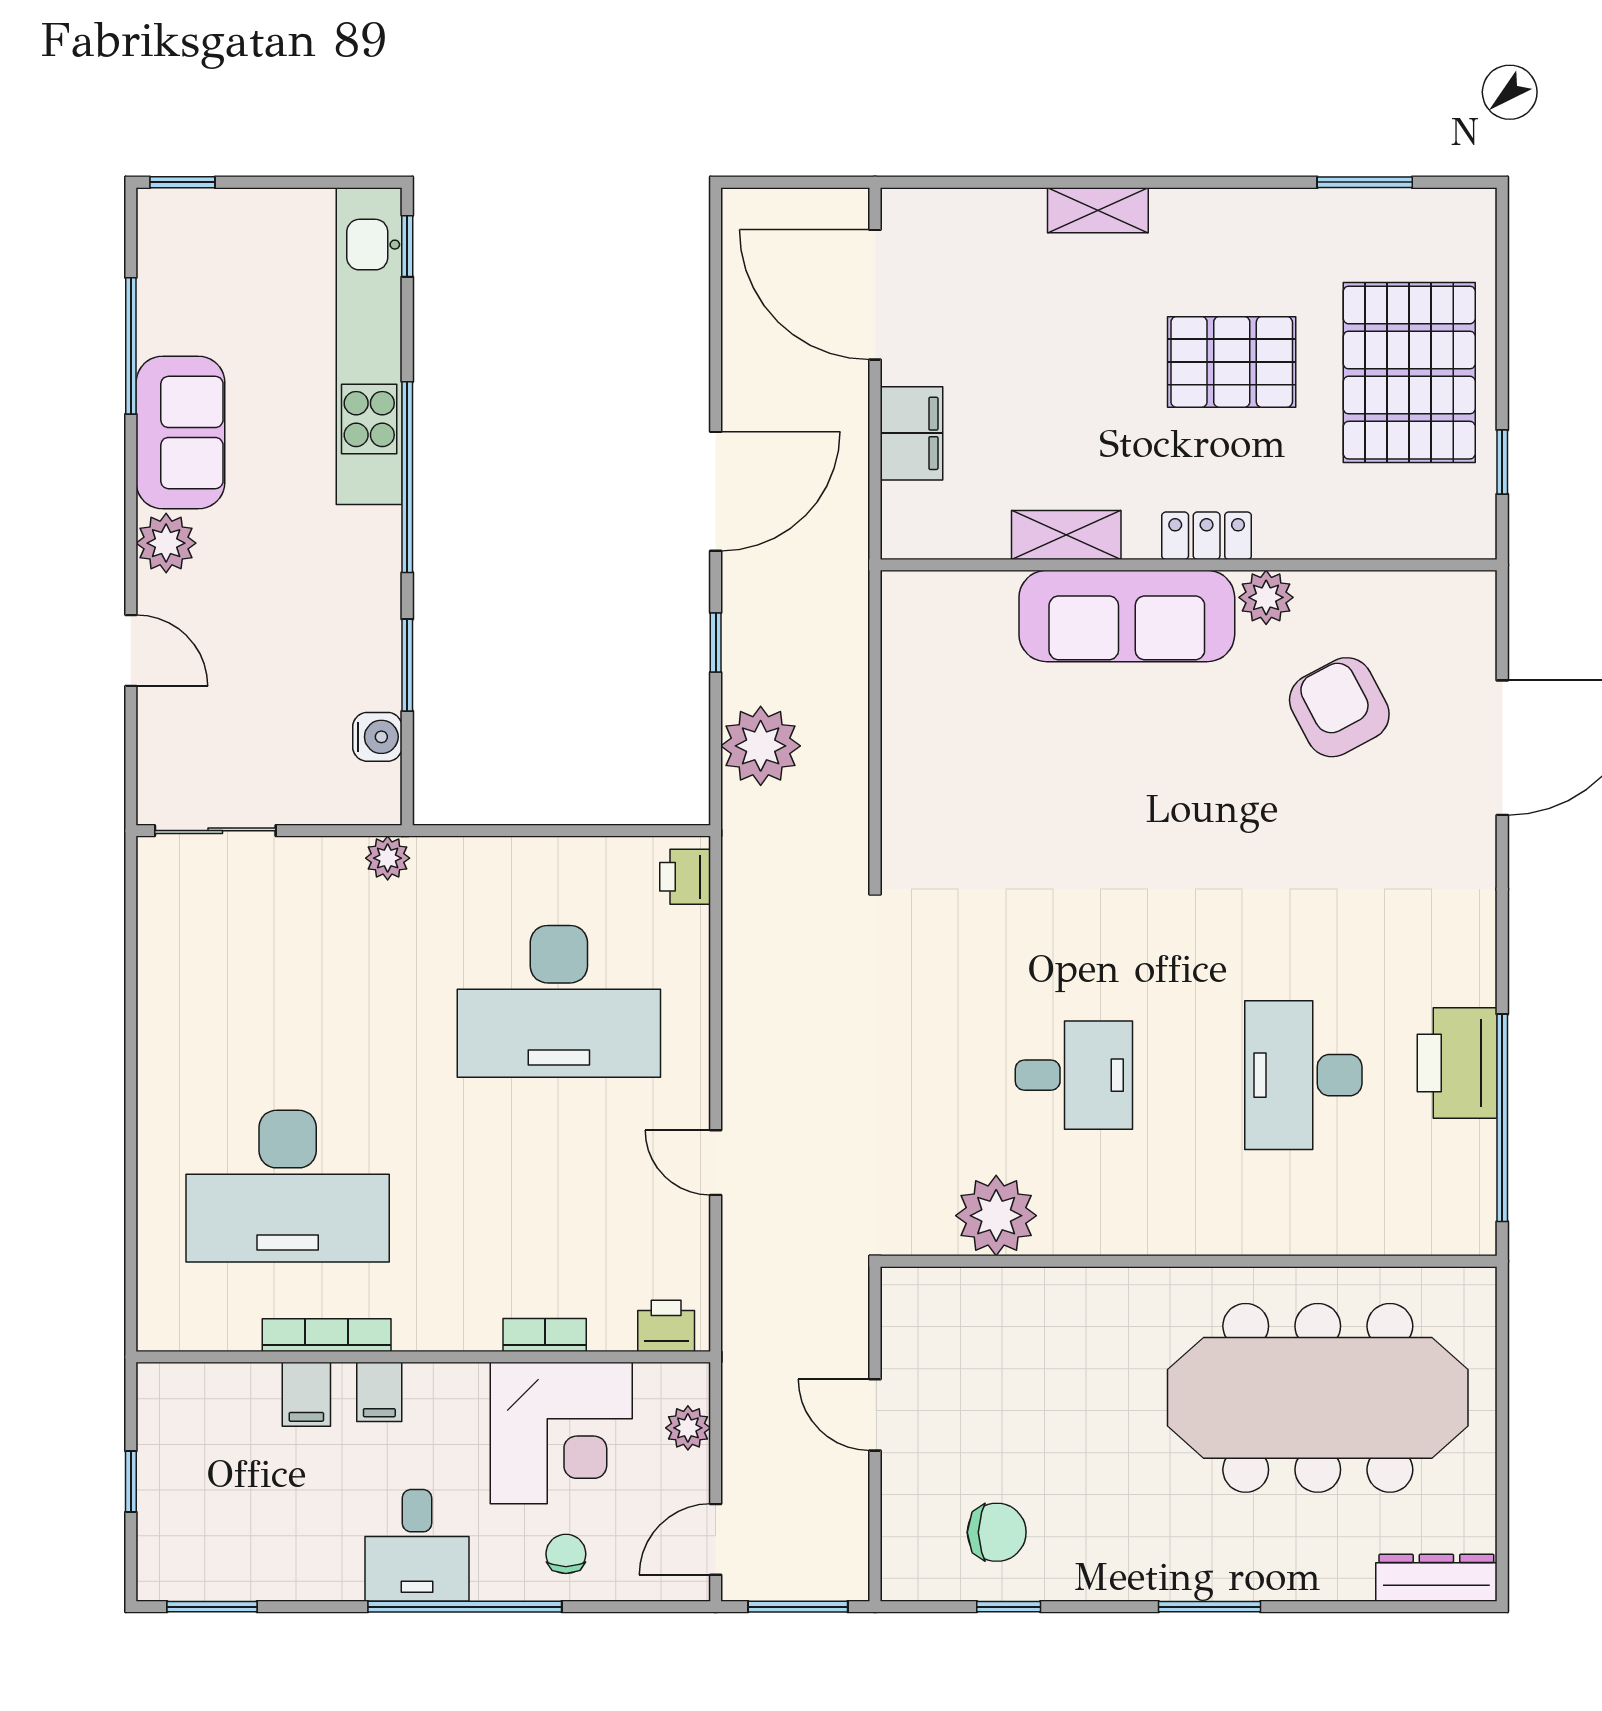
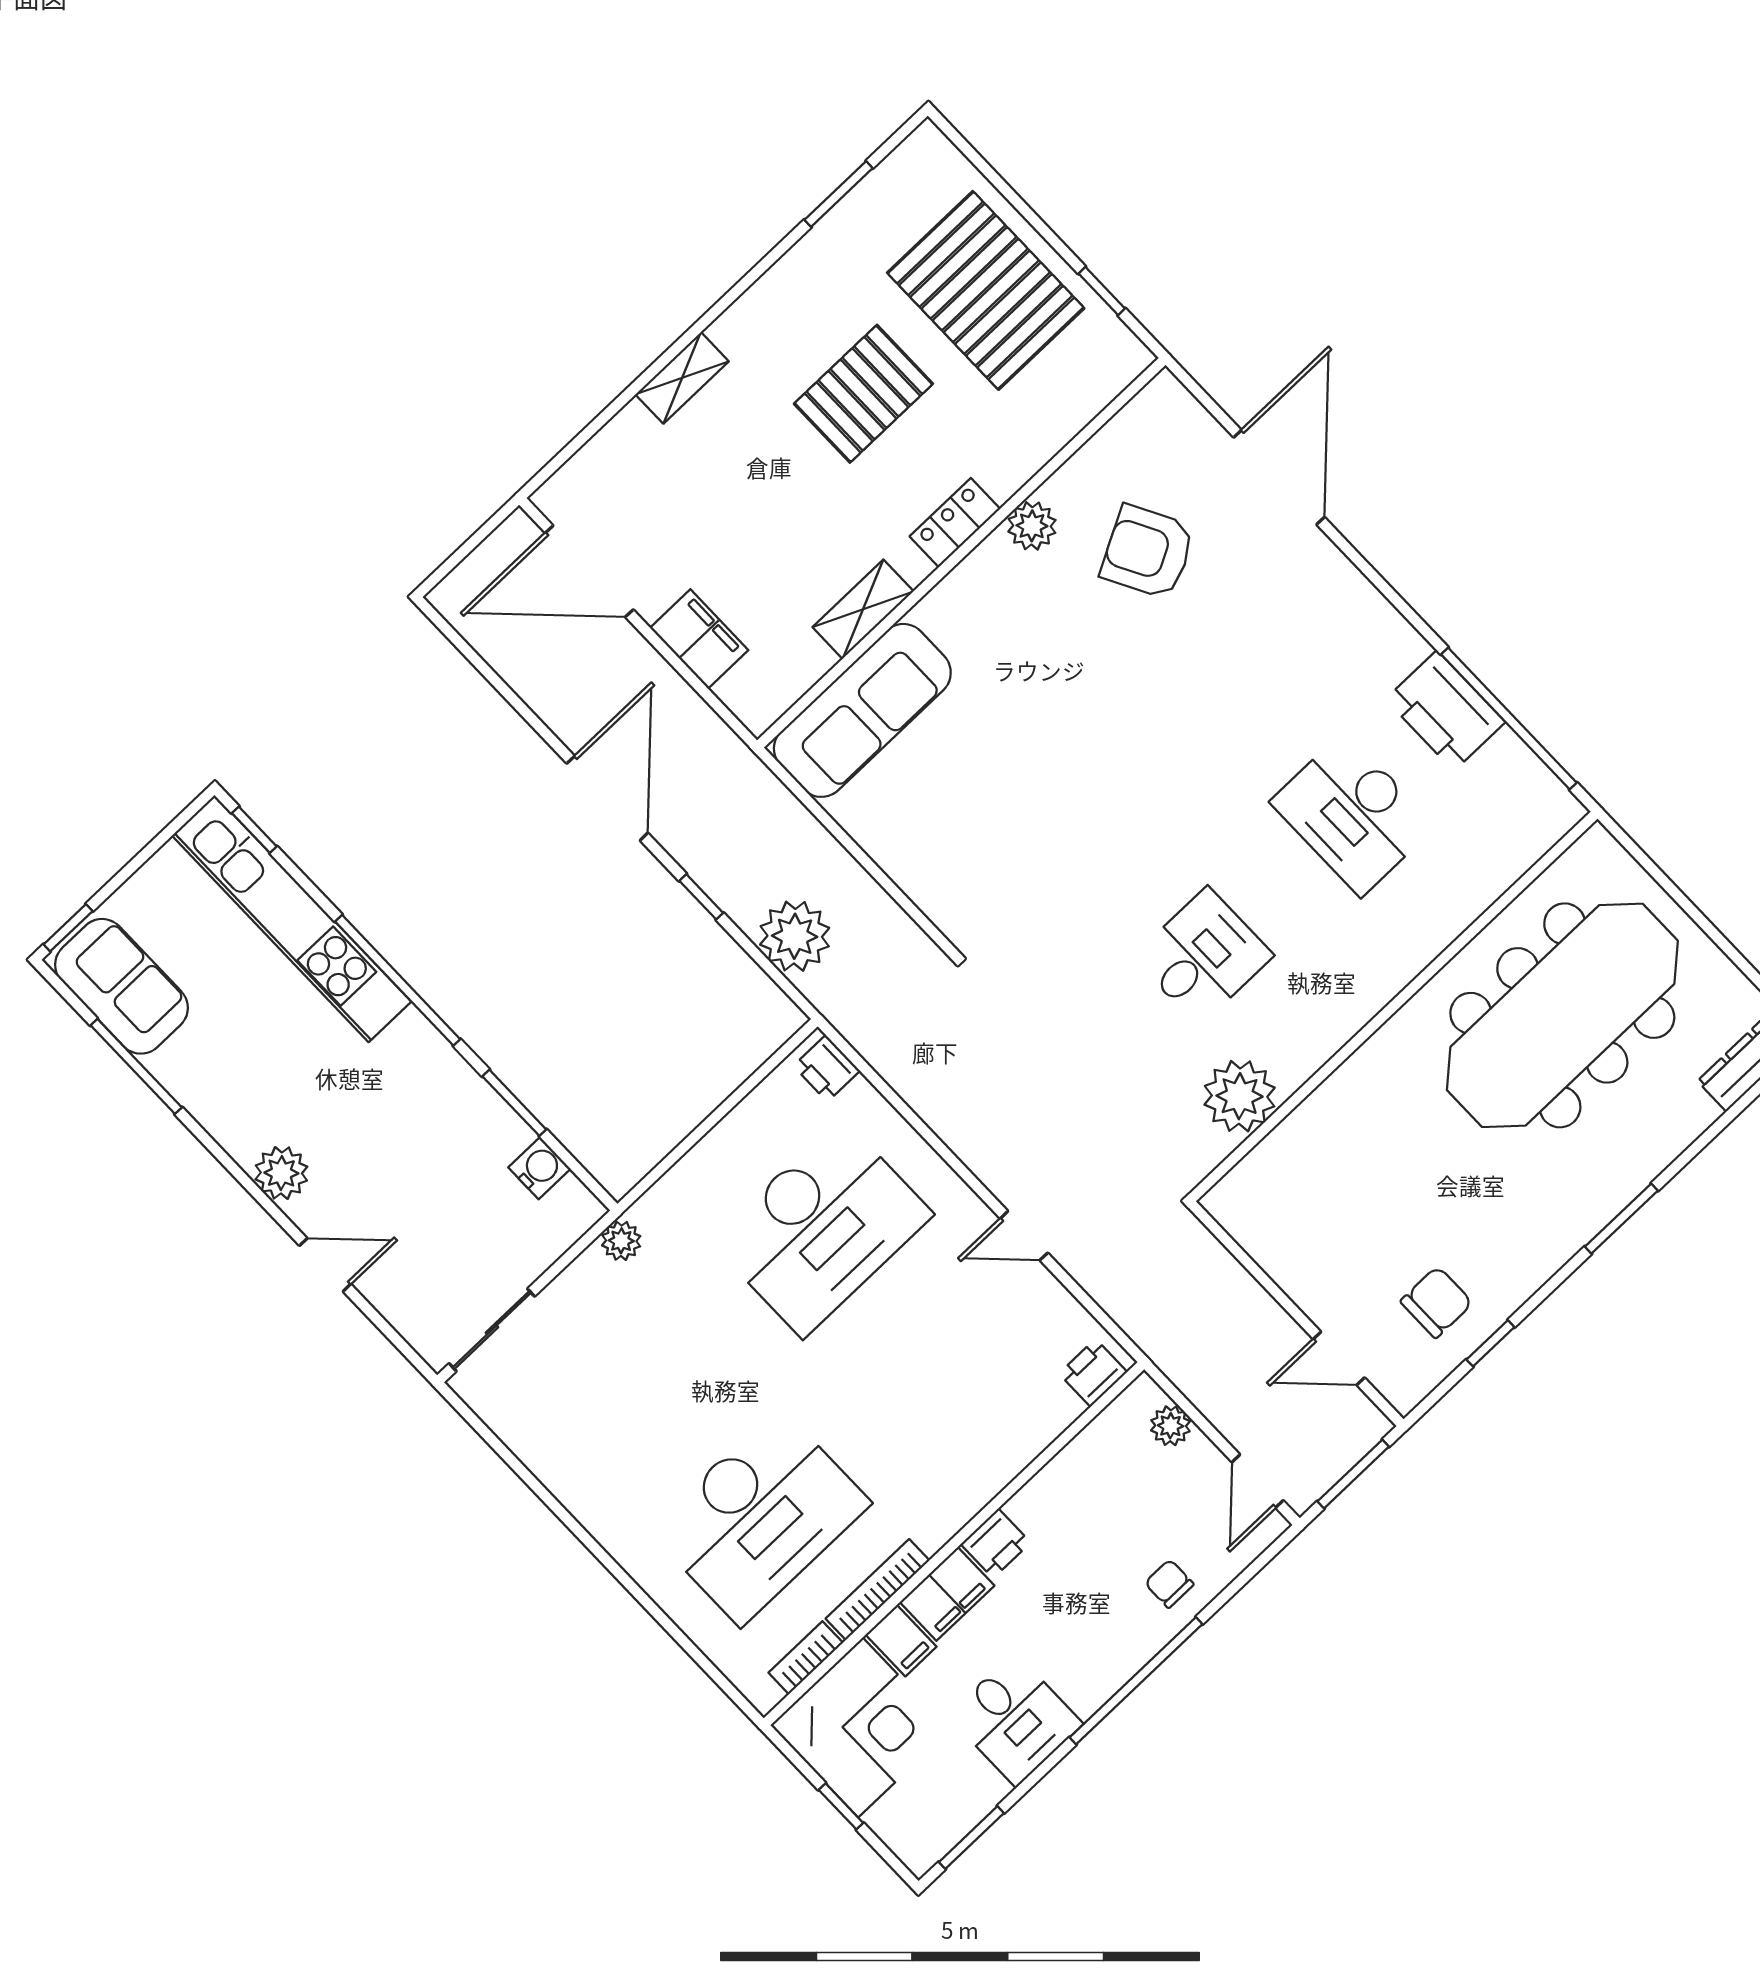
sofa: (180, 432) -> (121, 986), moved
sofa: (1127, 616) -> (862, 710), moved
bookcase: (545, 1335) -> (806, 1658), moved
printer: (457, 1389) -> (996, 1543), added
filing cabinet: (379, 1392) -> (947, 1594), width x2.00
door: (875, 1415) -> (1339, 1358), moved
corner desk: (561, 1433) -> (860, 1727), moved
desk: (417, 1545) -> (1015, 1720), moved

